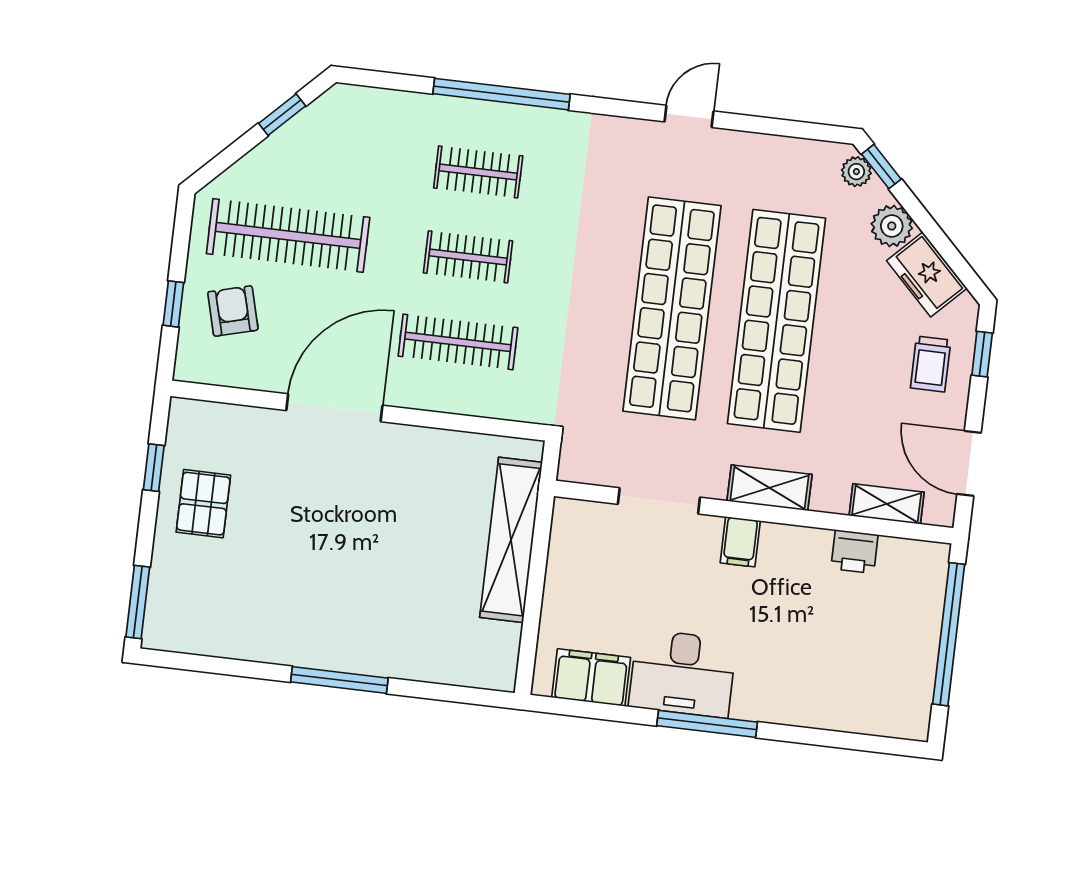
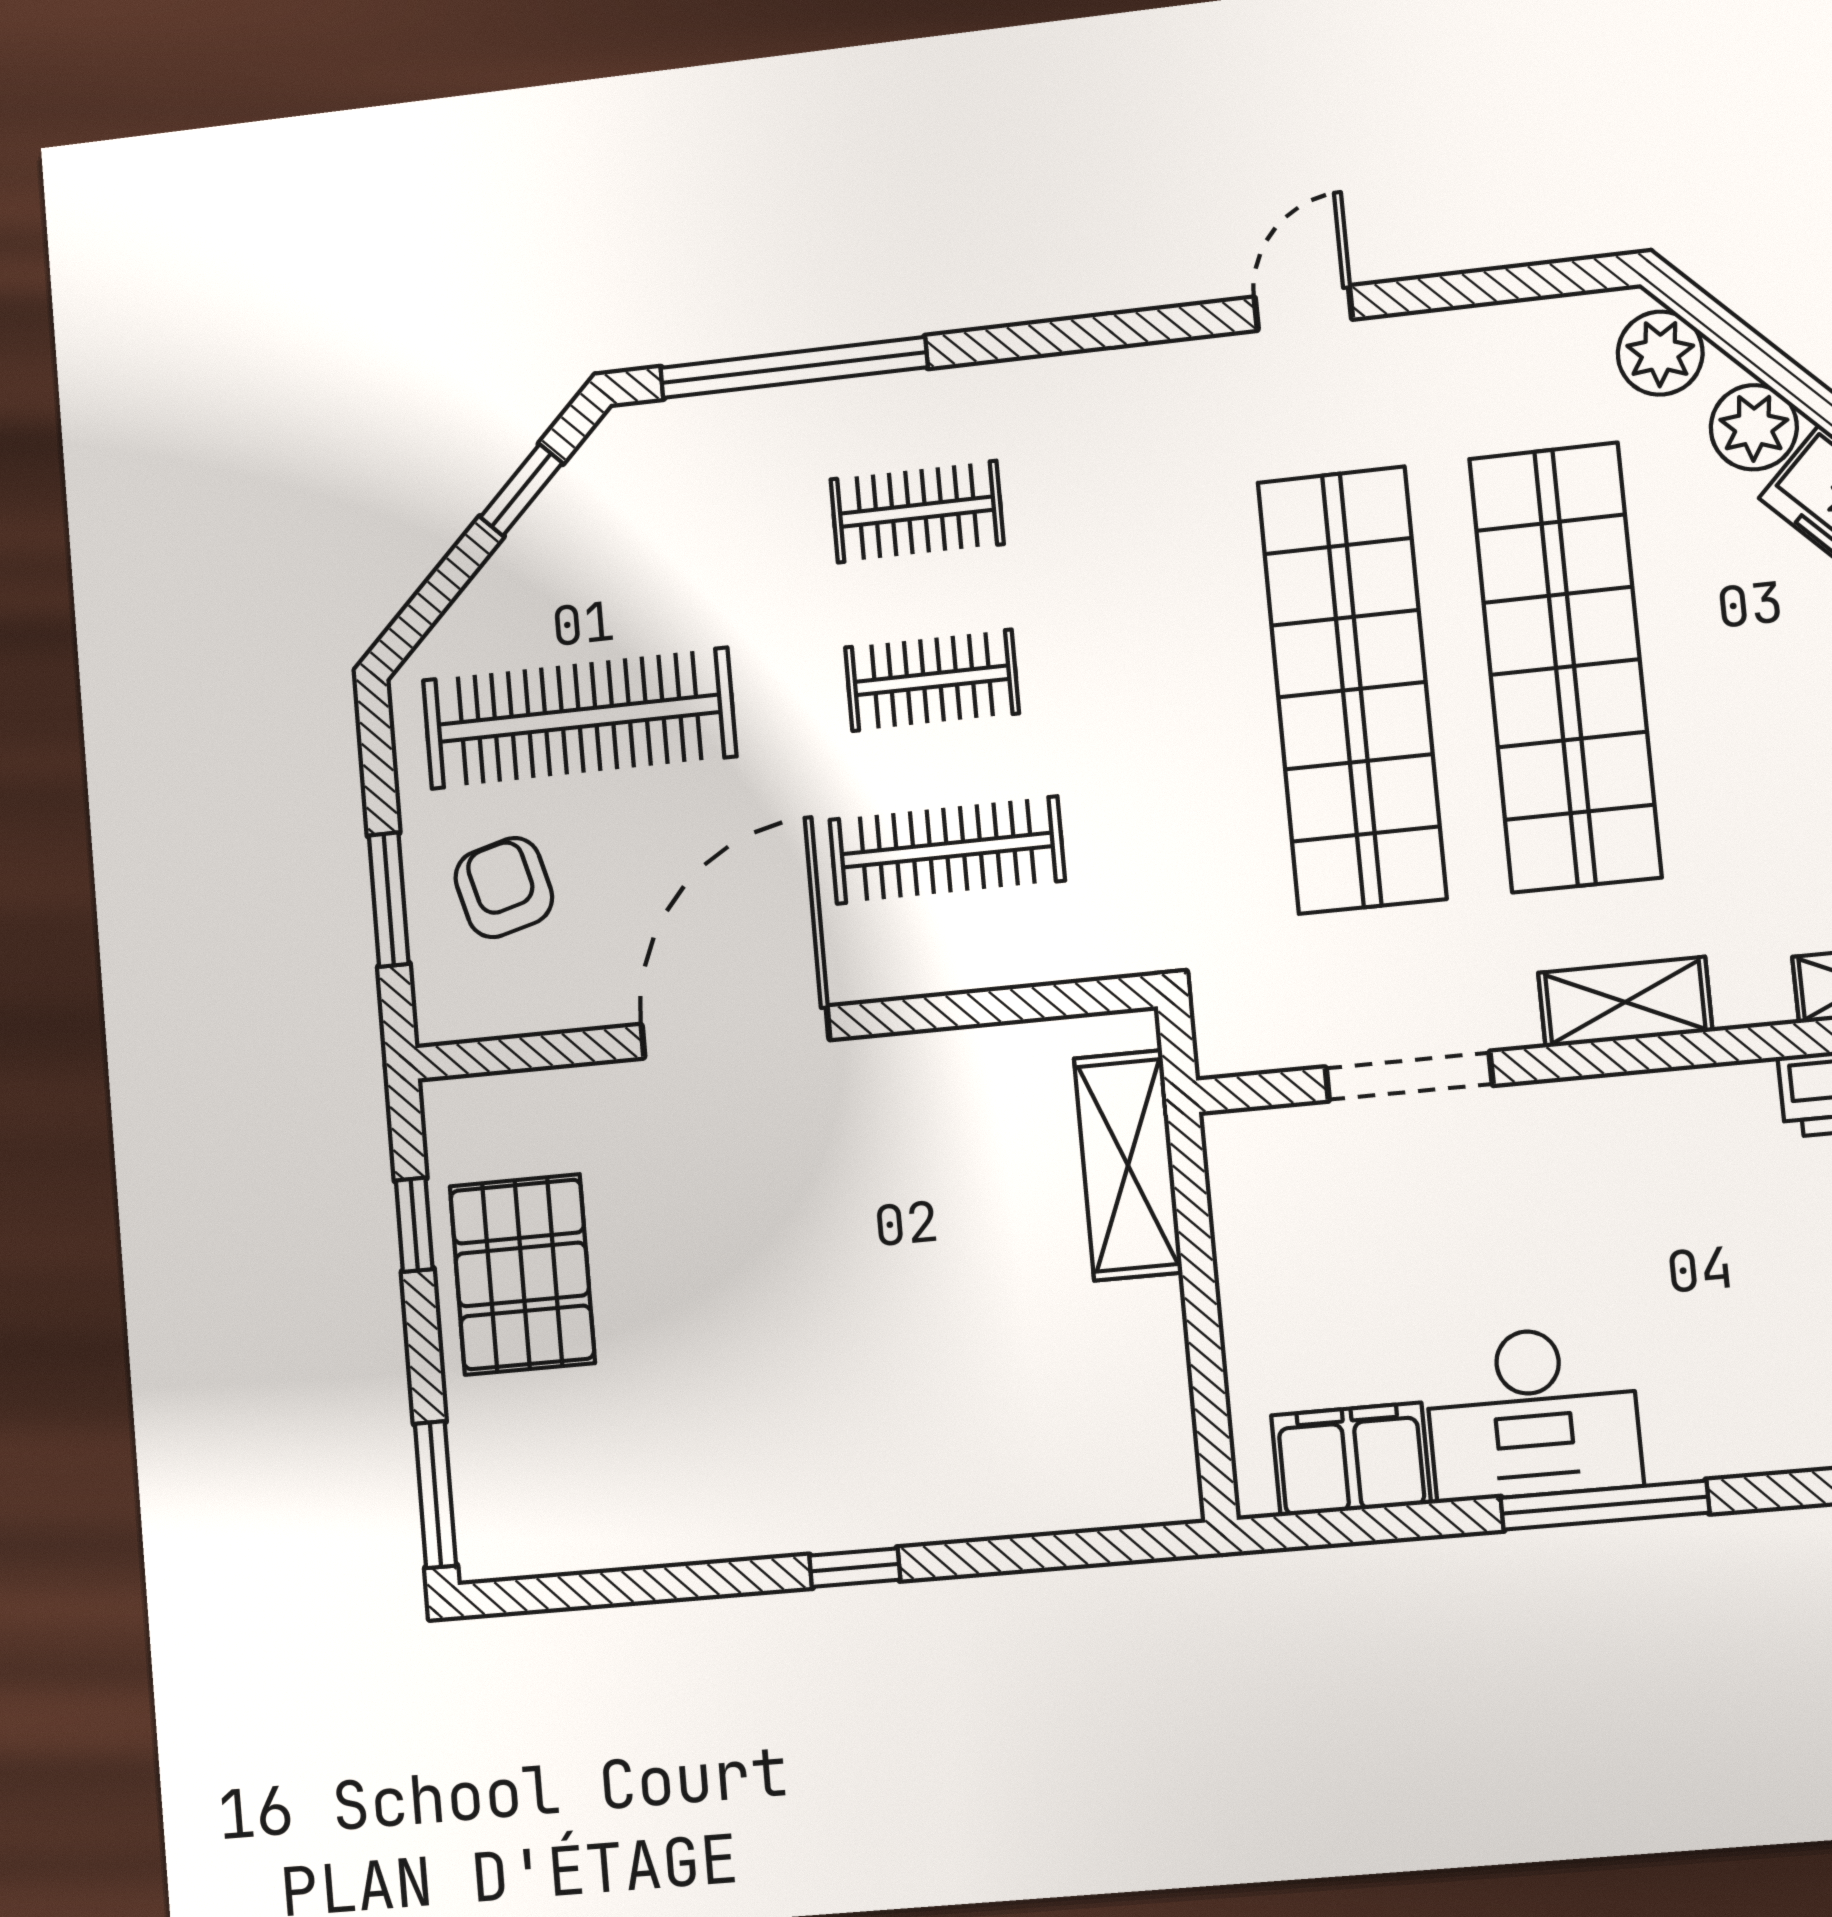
window: (502, 94) -> (794, 367), moved
window: (881, 167) -> (1706, 316), removed
plant: (856, 172) -> (1660, 353), width x1.38, depth x1.38
window: (173, 304) -> (389, 900), width x1.50
pallet: (203, 504) -> (522, 1274), width x1.50, depth x1.42
shelving: (511, 540) -> (1128, 1165), width x0.68
filing cabinet: (740, 542) -> (1590, 1123), removed
window: (339, 680) -> (855, 1568), width x0.46

